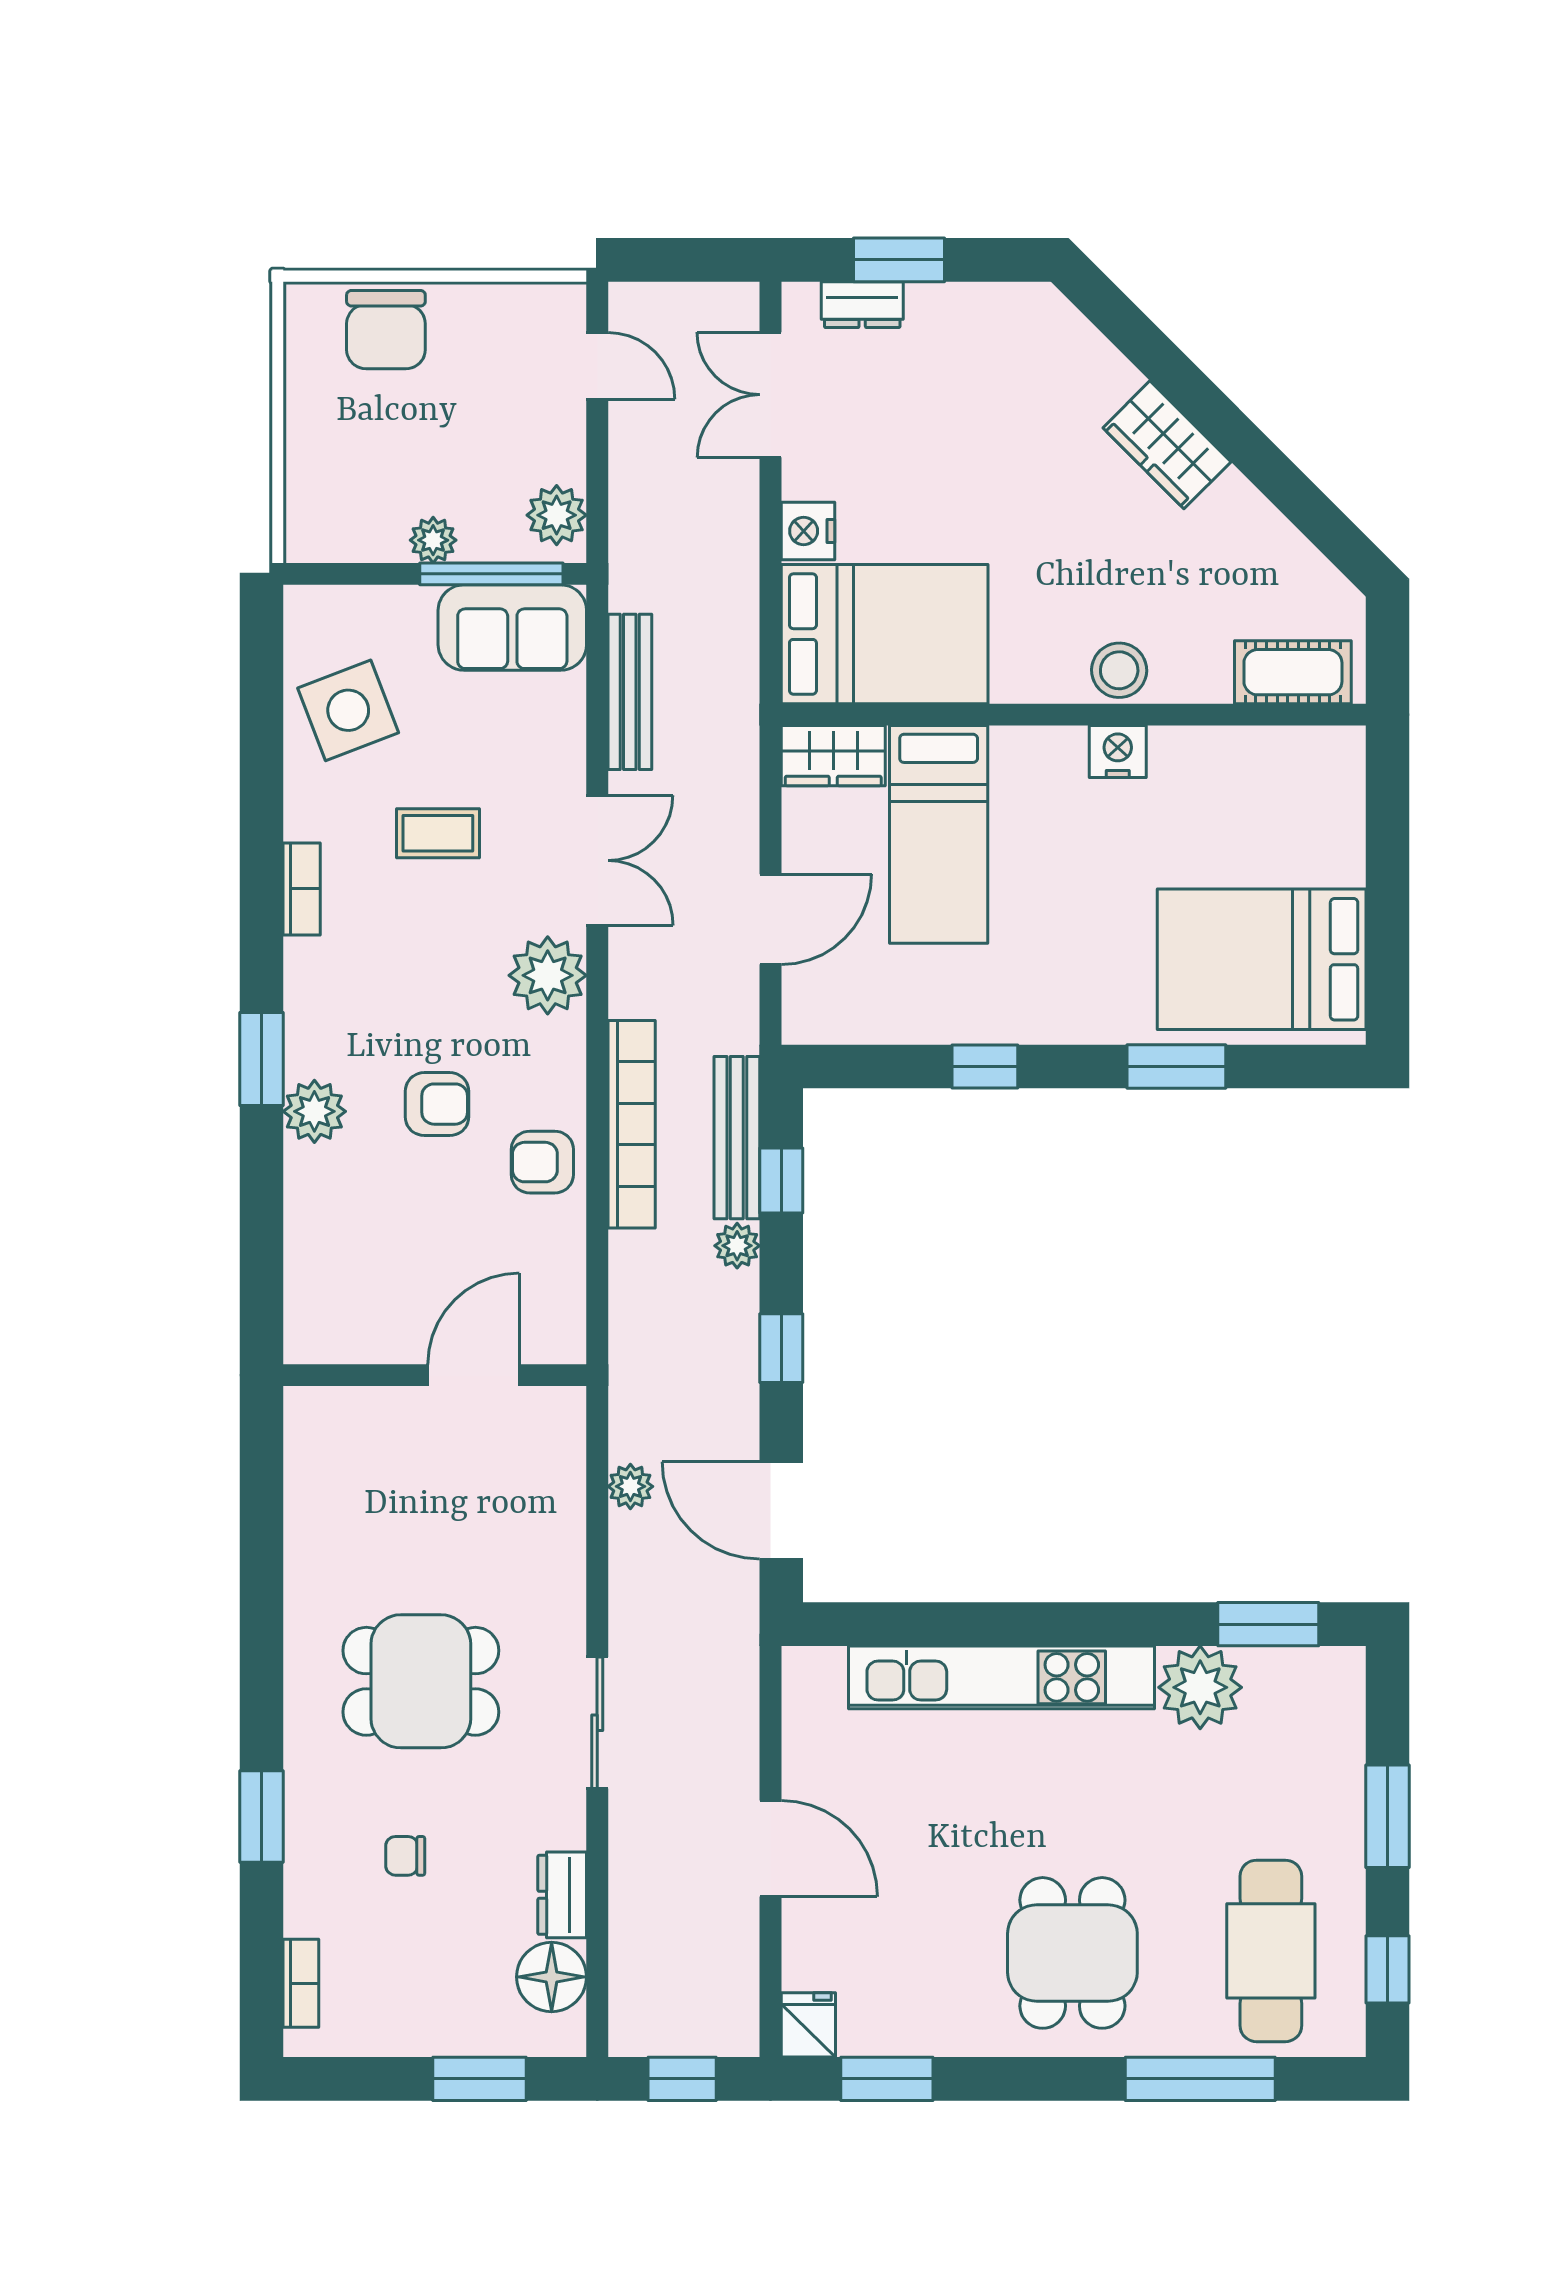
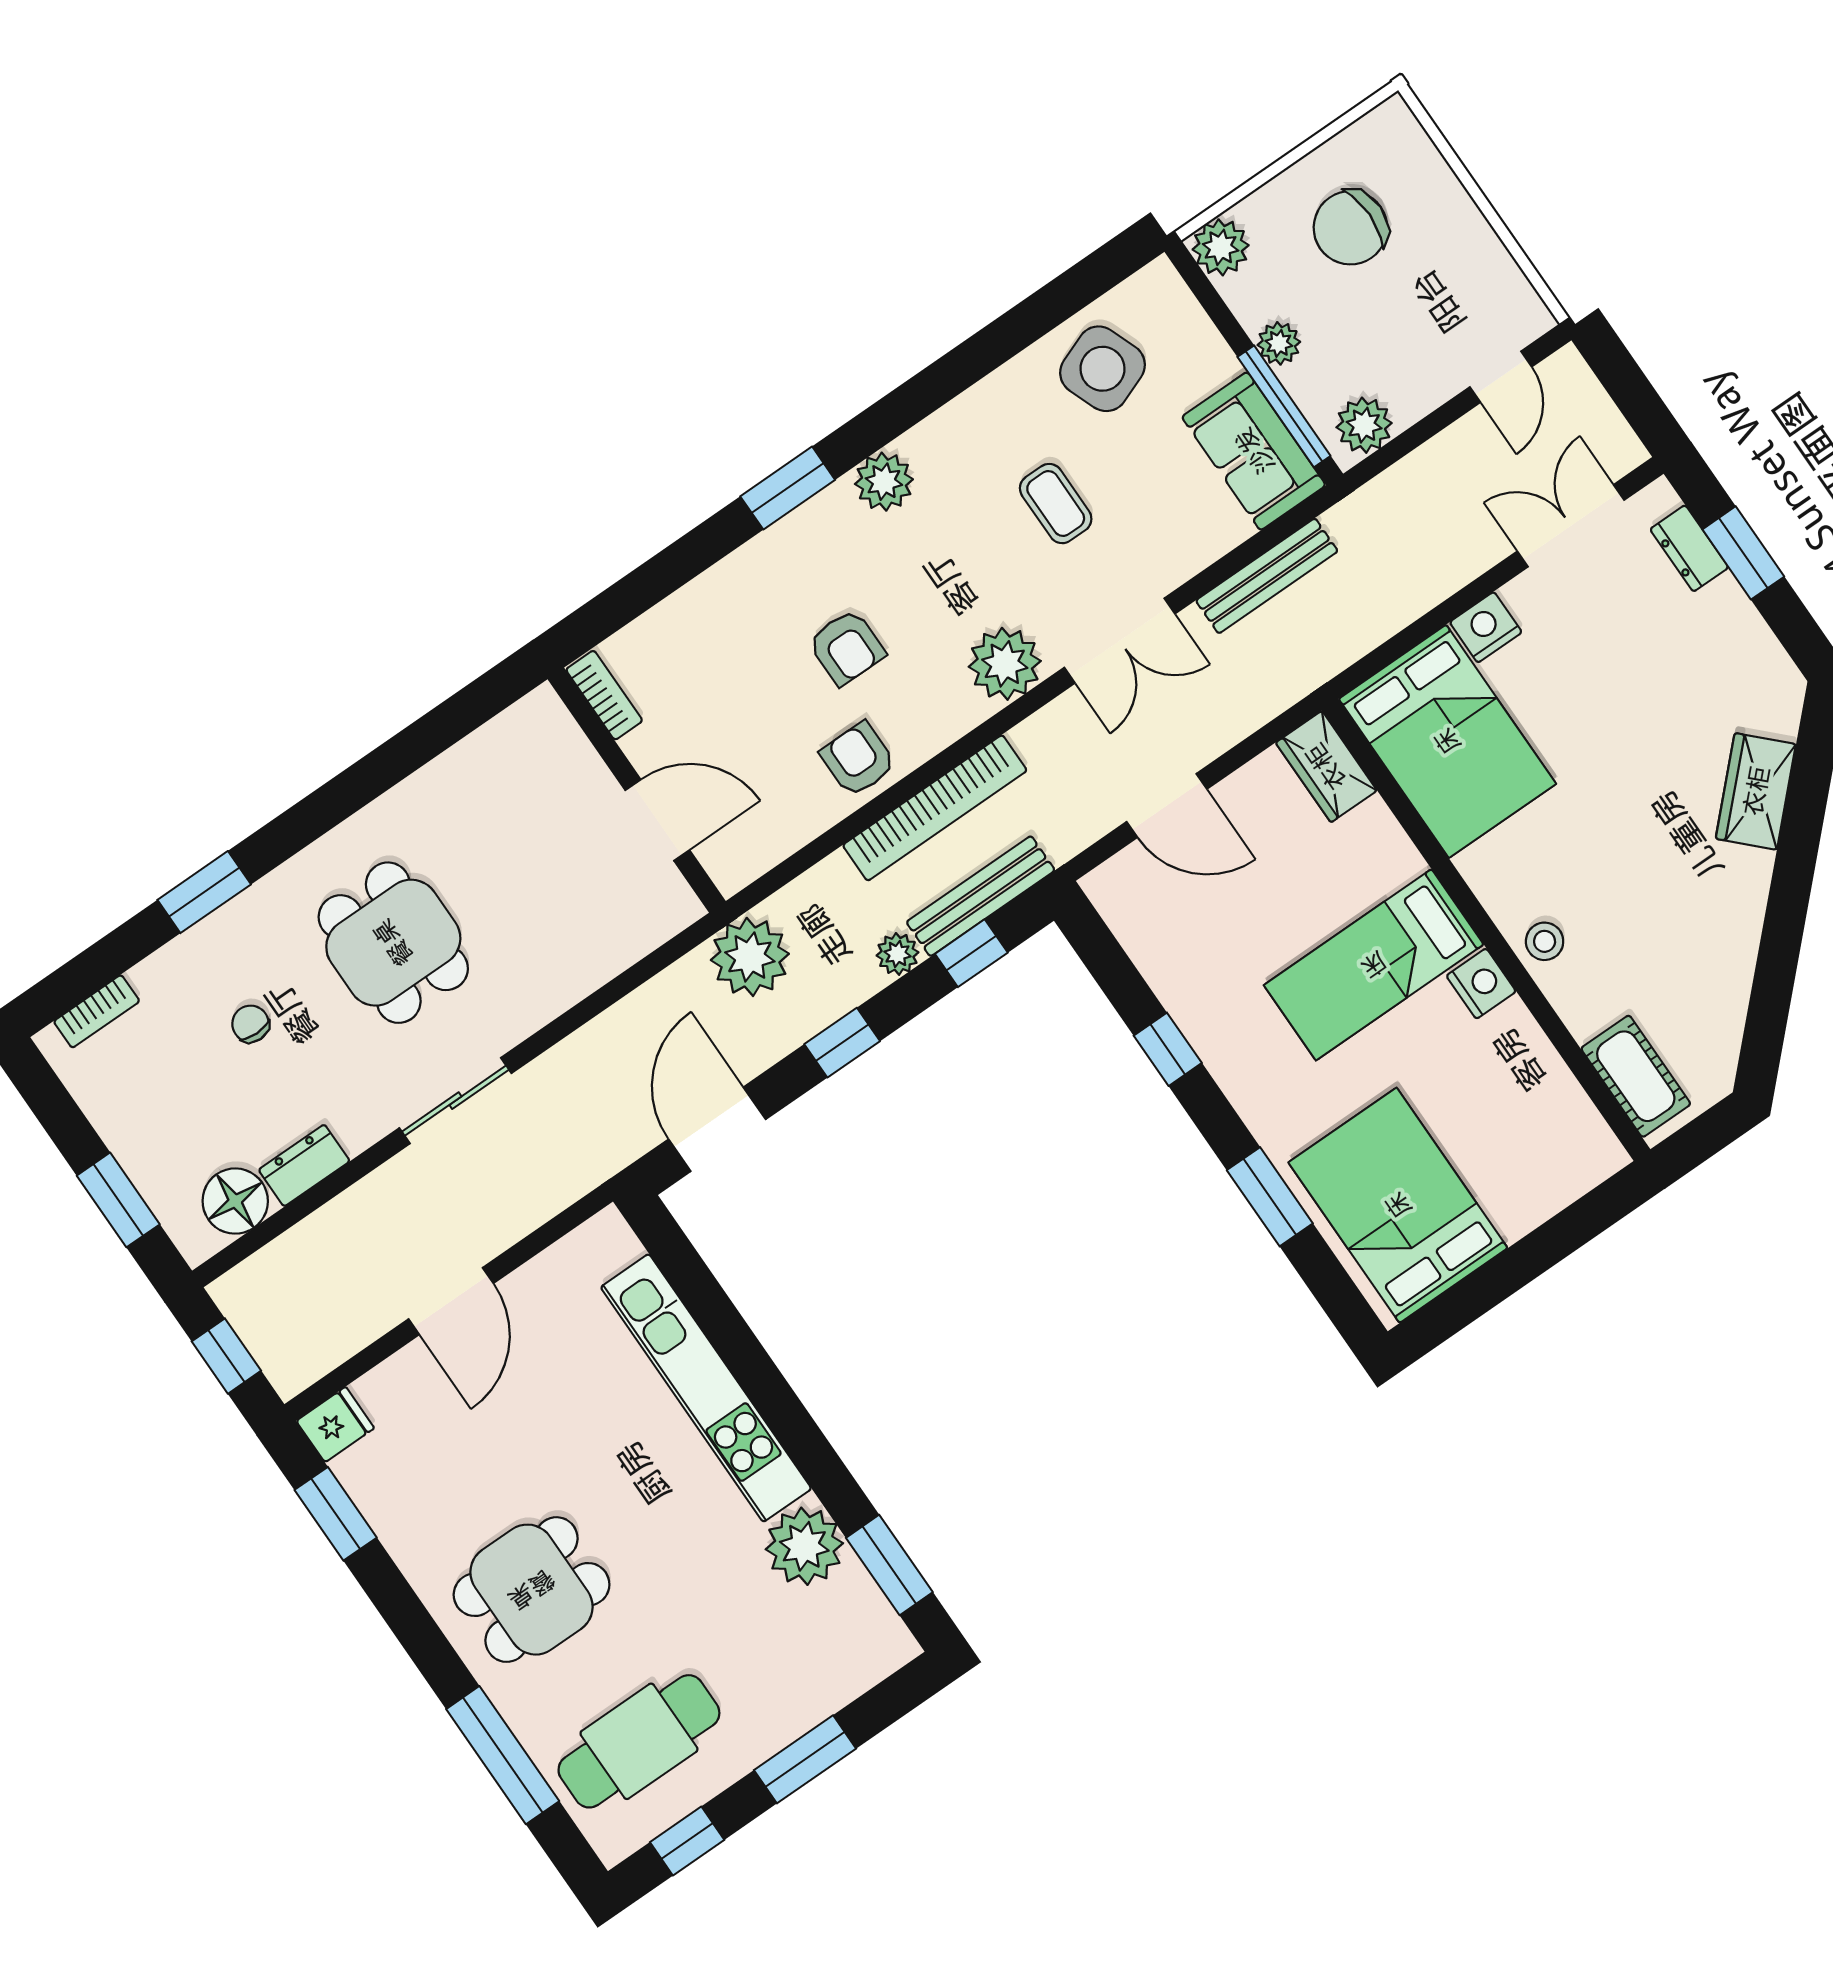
chair: (386, 330) -> (1350, 228), moved
wardrobe: (1167, 445) -> (1756, 791), moved
plant: (313, 533) -> (1221, 247), added
stool: (1119, 670) -> (1545, 941), width x0.73, depth x0.73
bed: (939, 834) -> (1374, 965), moved
bookcase: (302, 889) -> (604, 695), moved, turned -90
plant: (314, 1111) -> (884, 482), moved
plant: (630, 1486) -> (750, 957), moved, width x1.87, depth x1.87

